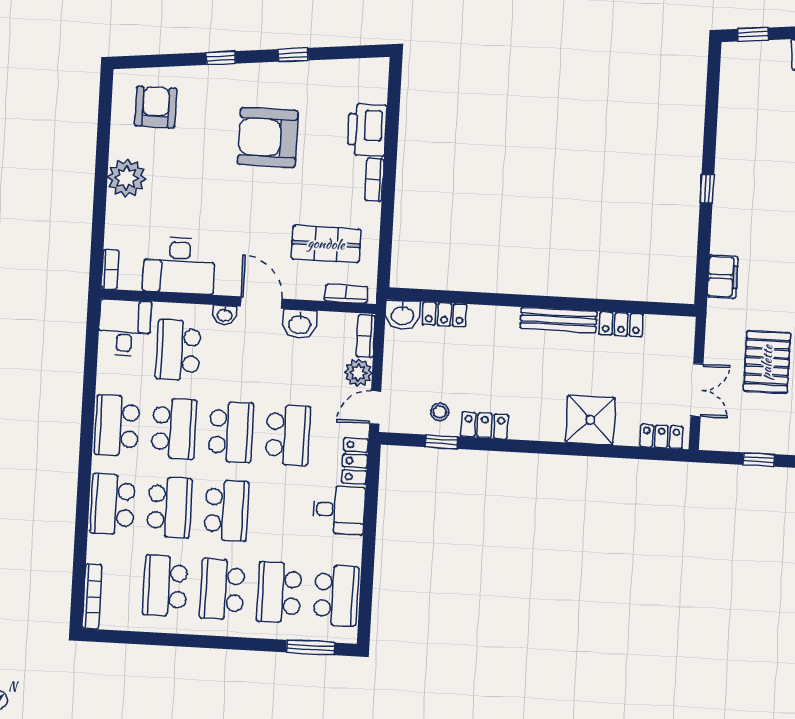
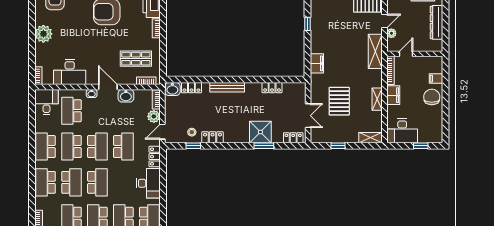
bench: (559, 320) -> (227, 87), moved
school desk: (174, 429) -> (71, 147), turned 180
window: (596, 450) -> (264, 146), added
desk: (339, 510) -> (148, 183), width x1.37

